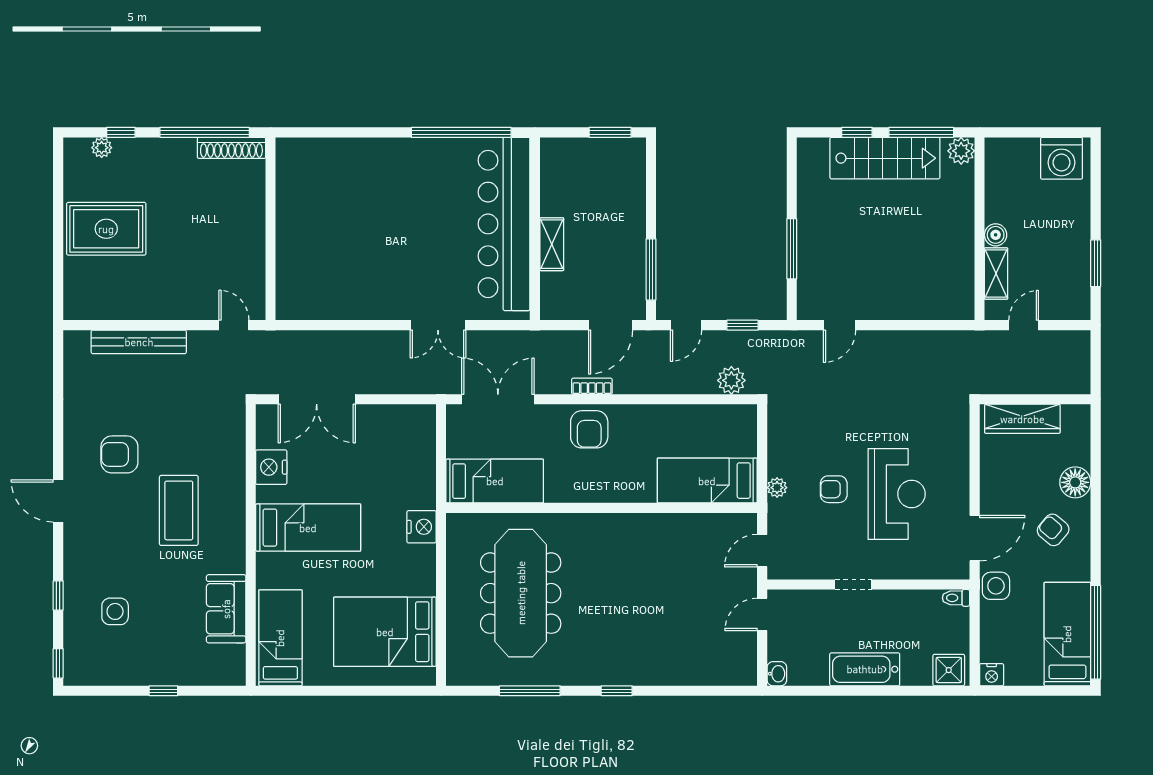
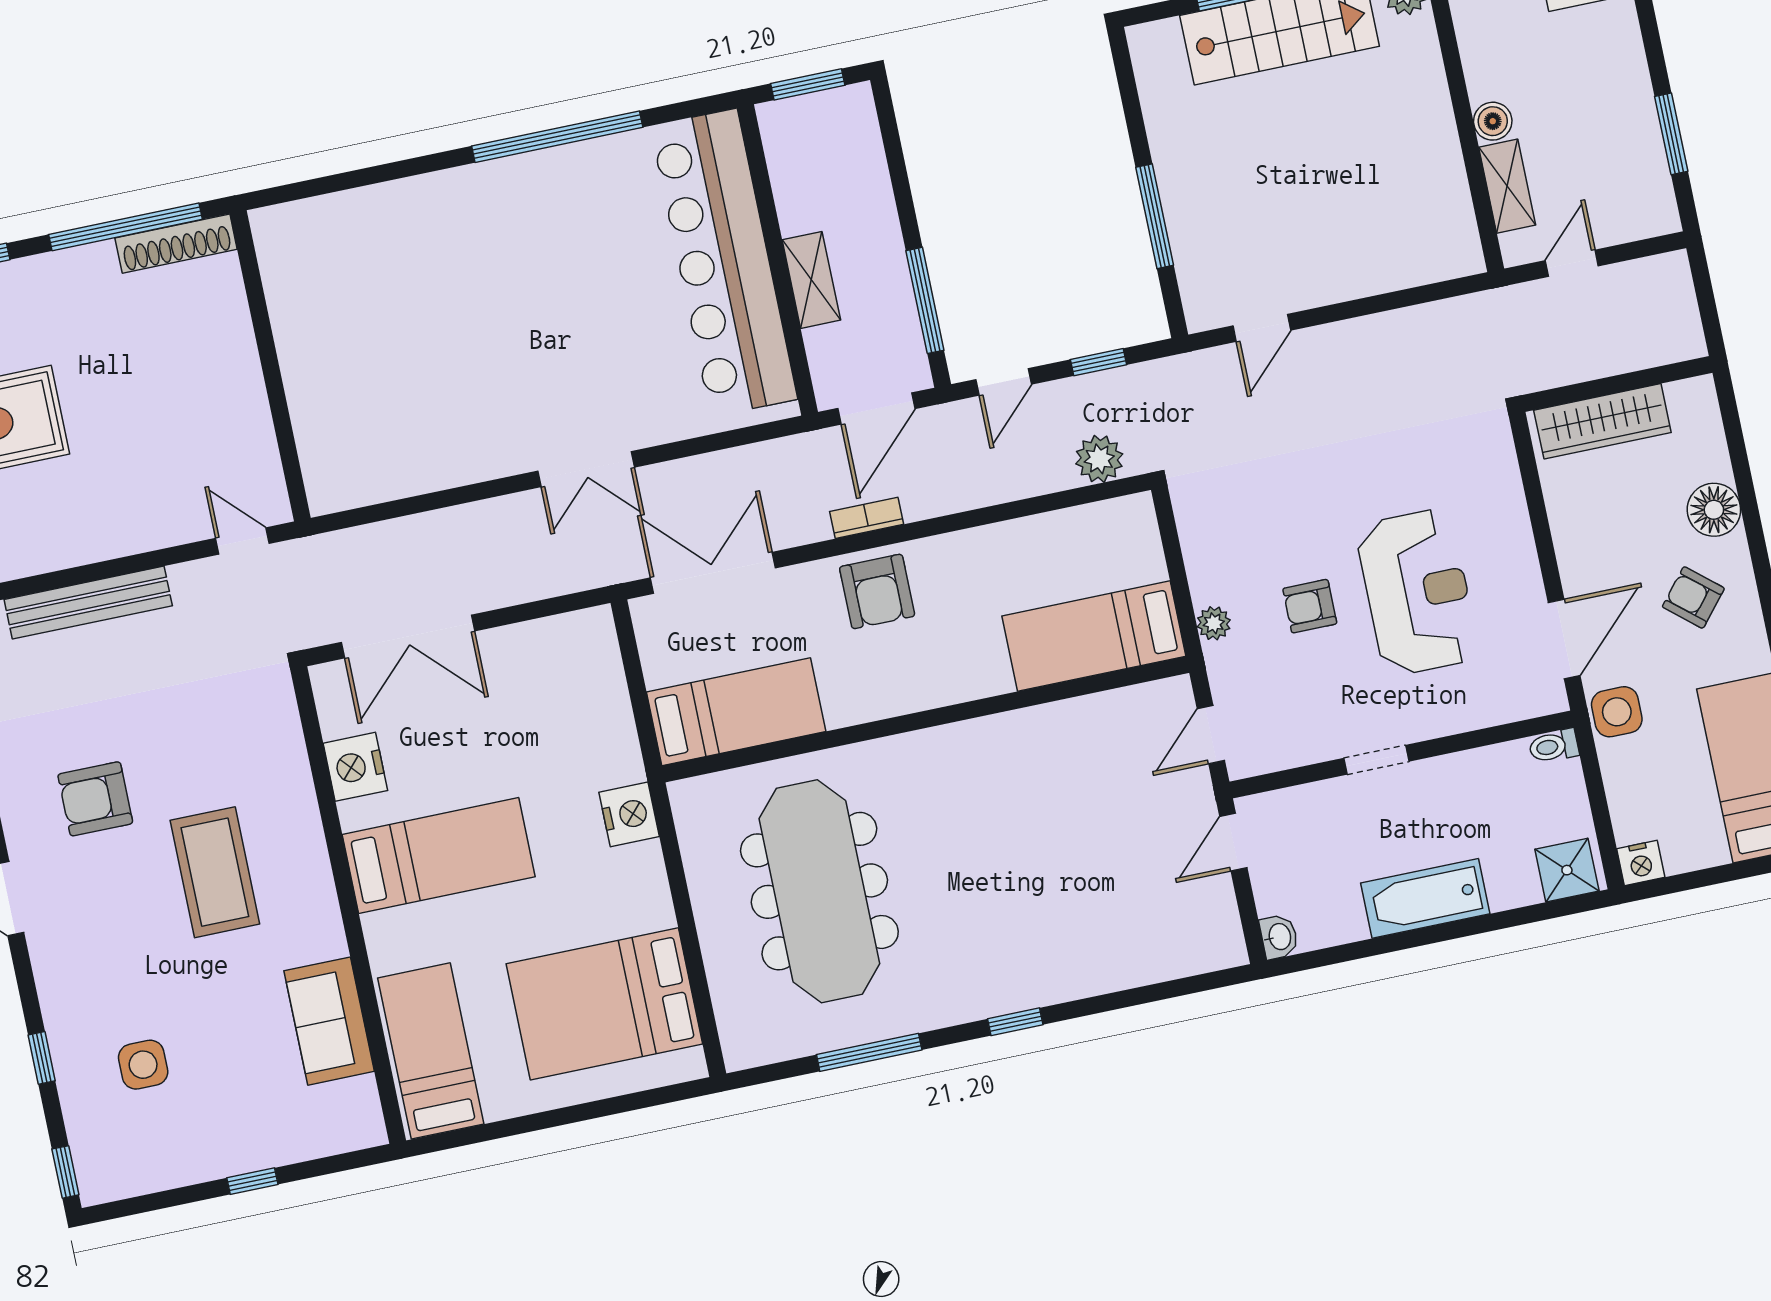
bar counter: (504, 224) -> (724, 263), moved
wall: (535, 229) -> (778, 260), moved
shelving: (552, 244) -> (811, 280), moved

